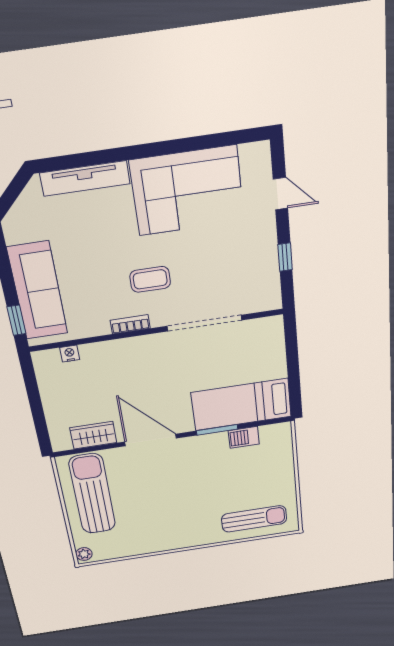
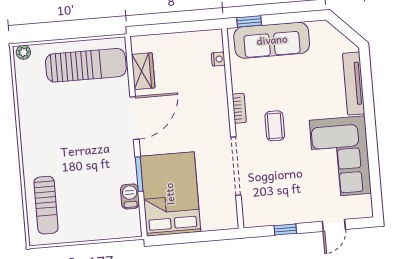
bed: (241, 405) -> (170, 194), width x1.50

